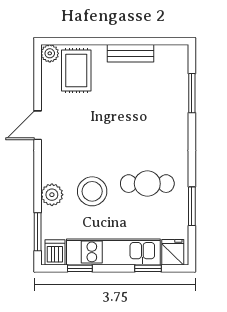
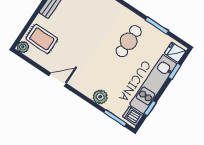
door: (38, 125) -> (57, 80), swing flipped
stool: (92, 191) -> (113, 74), removed

